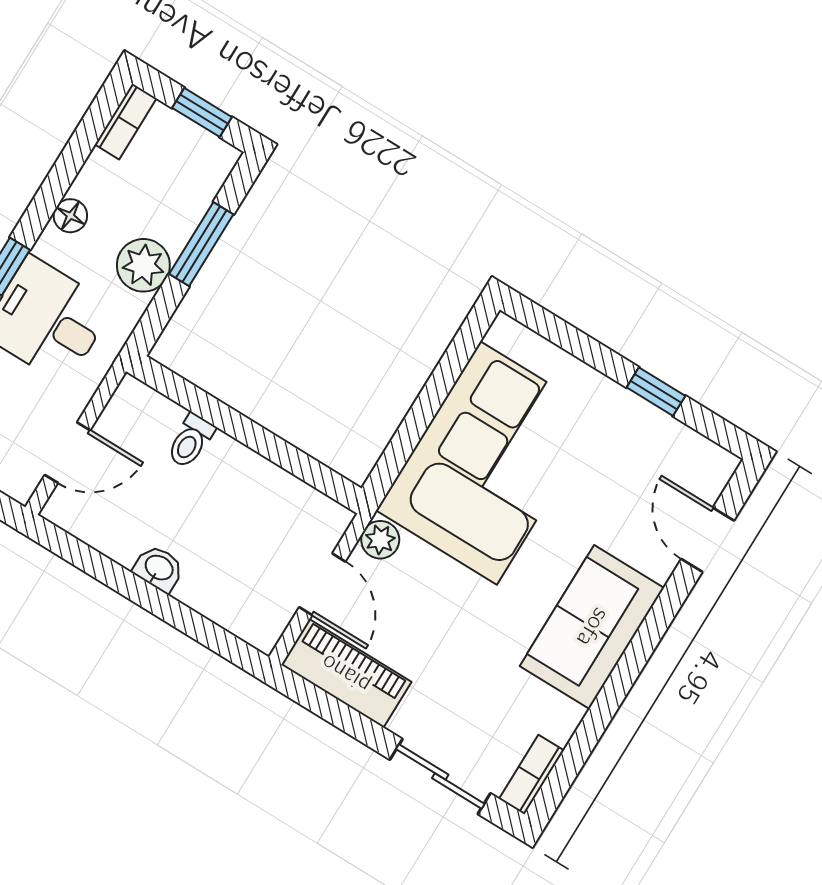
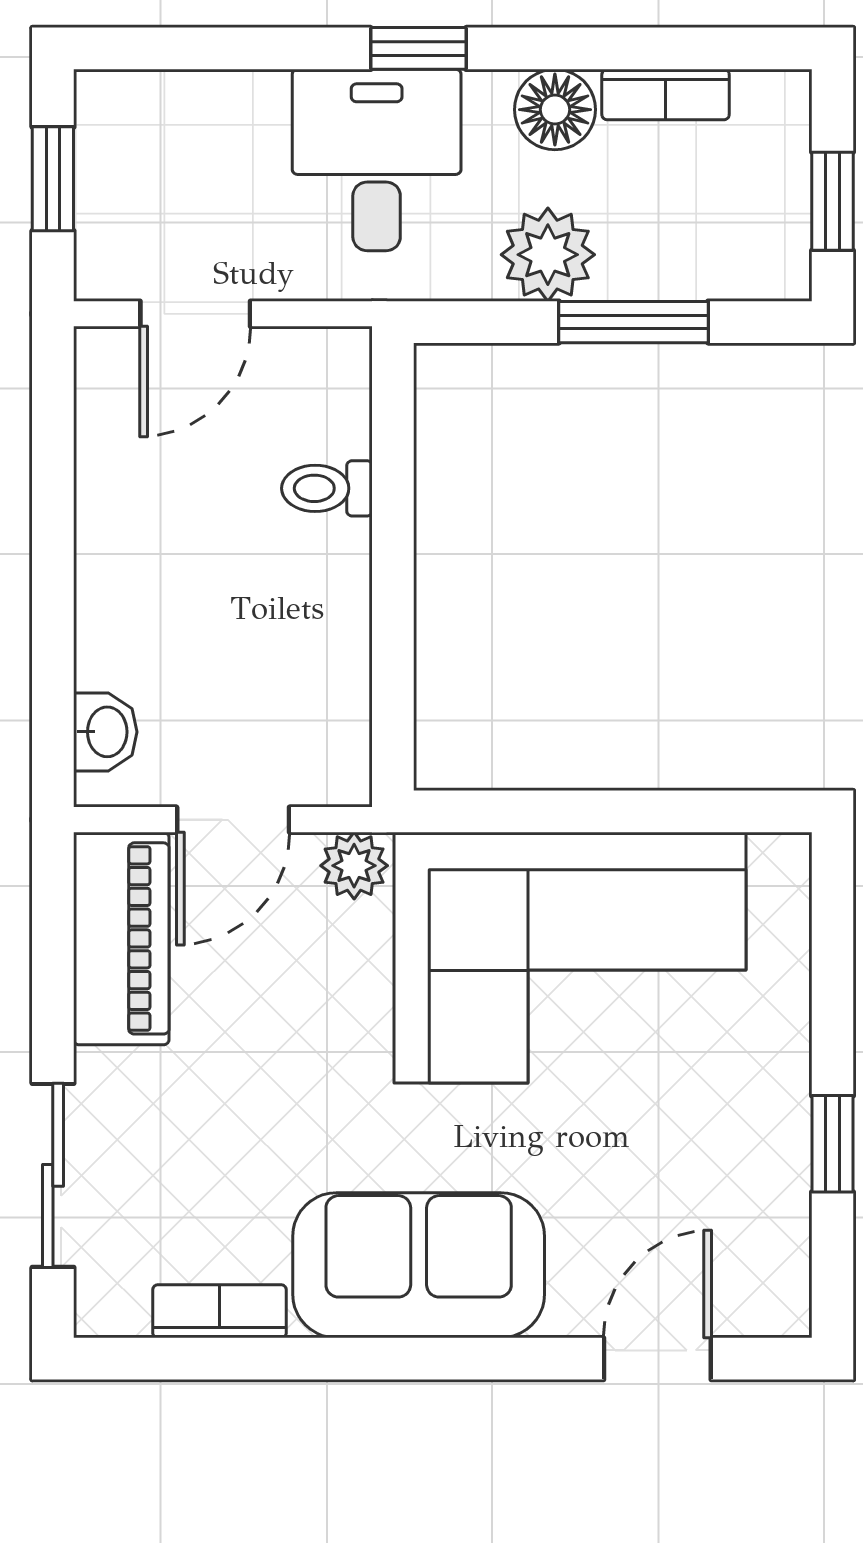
bookcase: (126, 121) -> (666, 95), moved
floor lamp: (70, 216) -> (555, 110), width x1.37, depth x1.37
door: (67, 453) -> (195, 314), hinge flipped
washbasin: (159, 568) -> (105, 732), moved
bookcase: (532, 775) -> (219, 1311), moved

